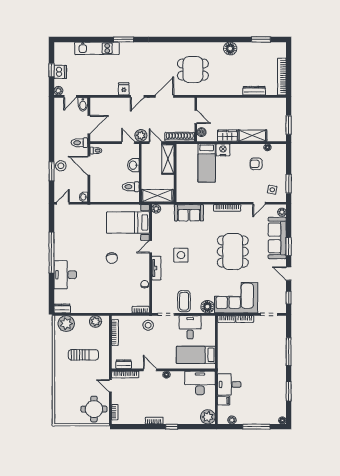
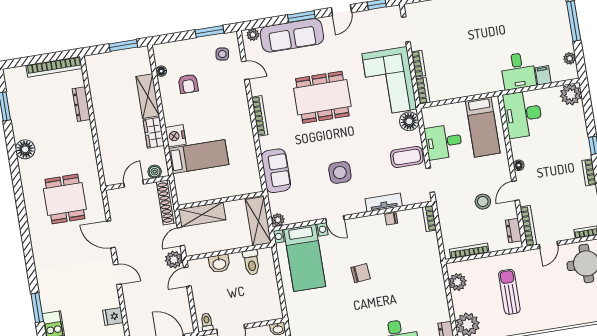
fridge: (124, 89) -> (113, 316), moved
tv unit: (156, 268) -> (384, 202), moved
stool: (148, 325) -> (483, 202), moved

